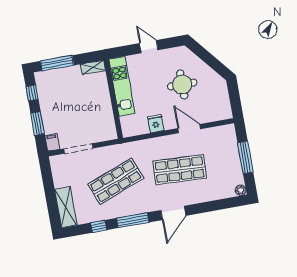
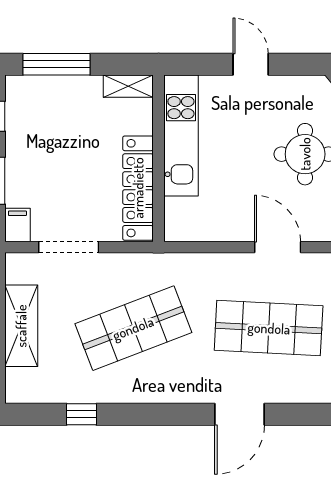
locker: (106, 115) -> (138, 188), added
fridge: (156, 124) -> (237, 225), removed
door: (189, 129) -> (278, 247), moved
shelving: (66, 207) -> (21, 326), moved
window: (133, 220) -> (154, 414), removed

